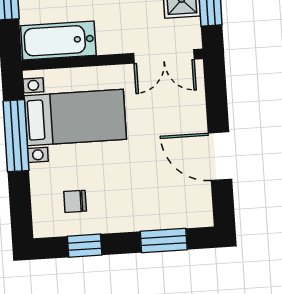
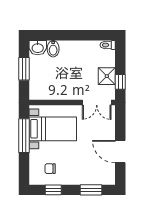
bathtub: (58, 41) -> (47, 92), removed

